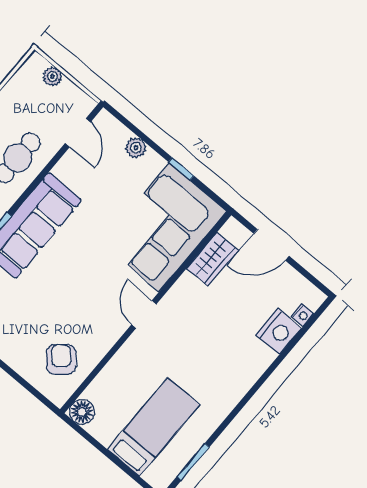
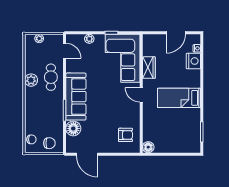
door: (271, 245) -> (176, 33), moved
wardrobe: (212, 259) -> (149, 68), moved
armchair: (61, 359) -> (126, 135), turned 130
bed: (154, 427) -> (179, 98), moved, turned -90

